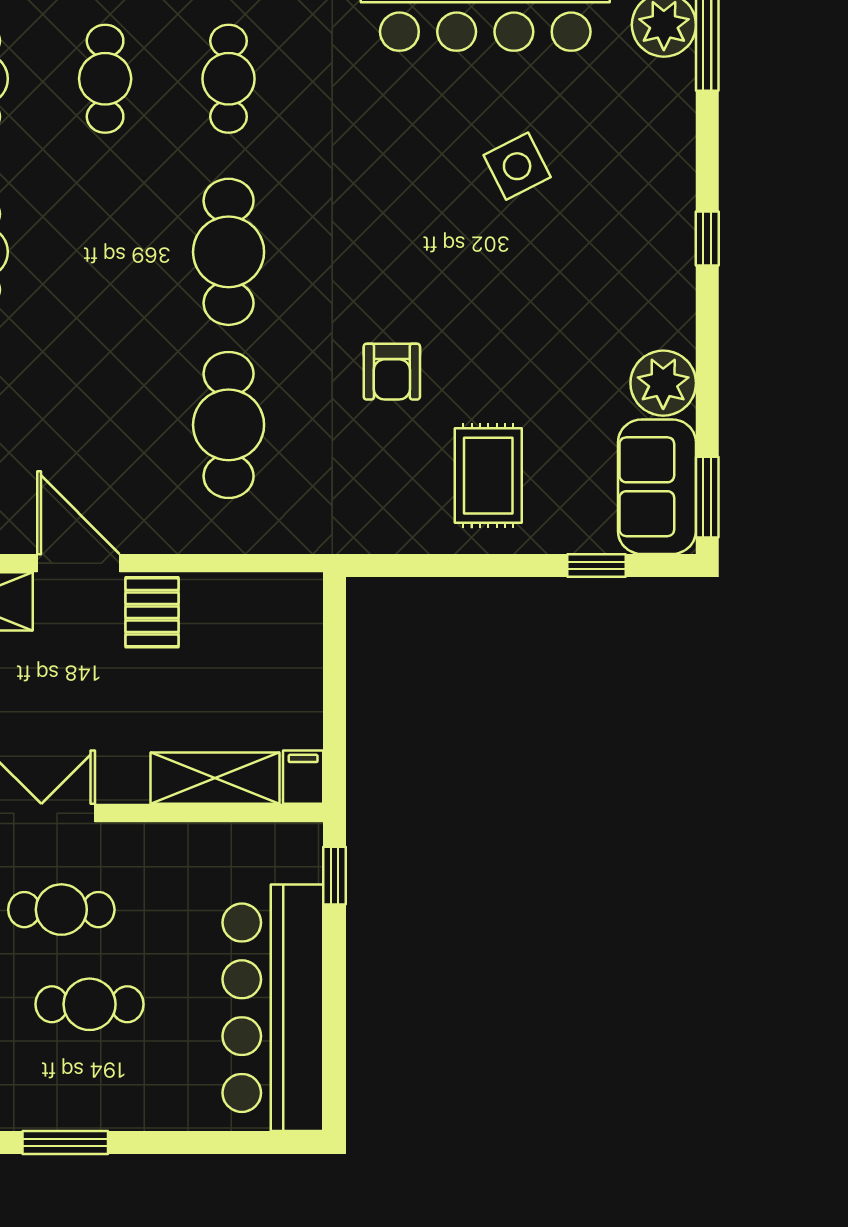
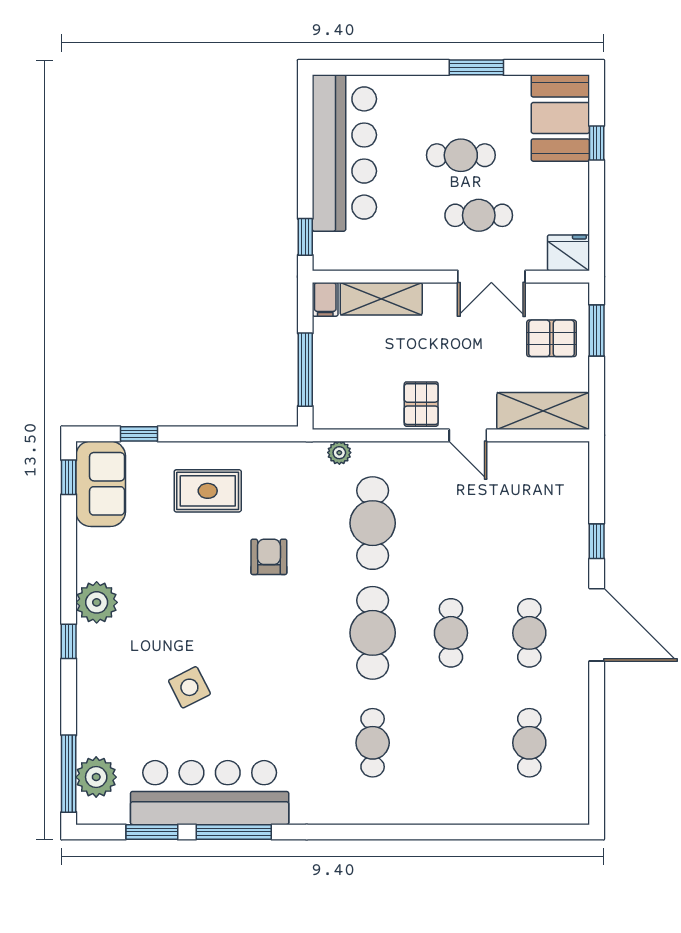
cafe table: (105, 79) -> (451, 633), moved
plant: (663, 383) -> (97, 602), moved
rug: (488, 476) -> (208, 491), turned 90
window: (707, 497) -> (69, 477), width x0.67
plant: (281, 536) -> (339, 453), added
door: (78, 563) -> (468, 435), width x0.73
window: (335, 667) -> (305, 370), added

